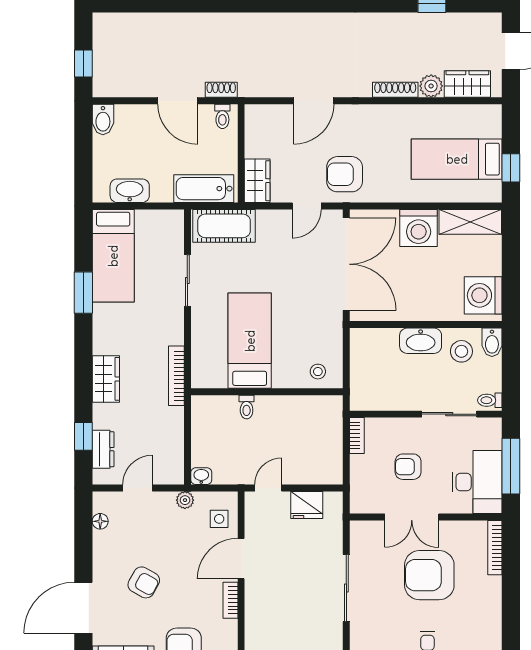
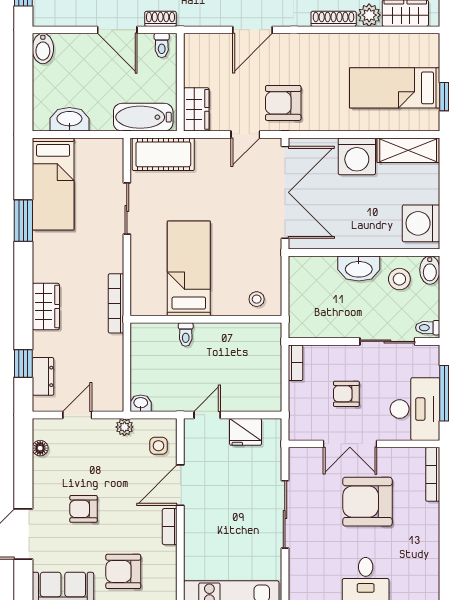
armchair: (144, 582) -> (84, 509), turned 151

